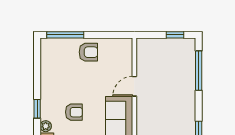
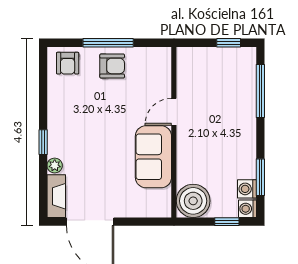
window: (65, 35) -> (108, 43), moved
armchair: (74, 112) -> (68, 63), moved, turned 90

